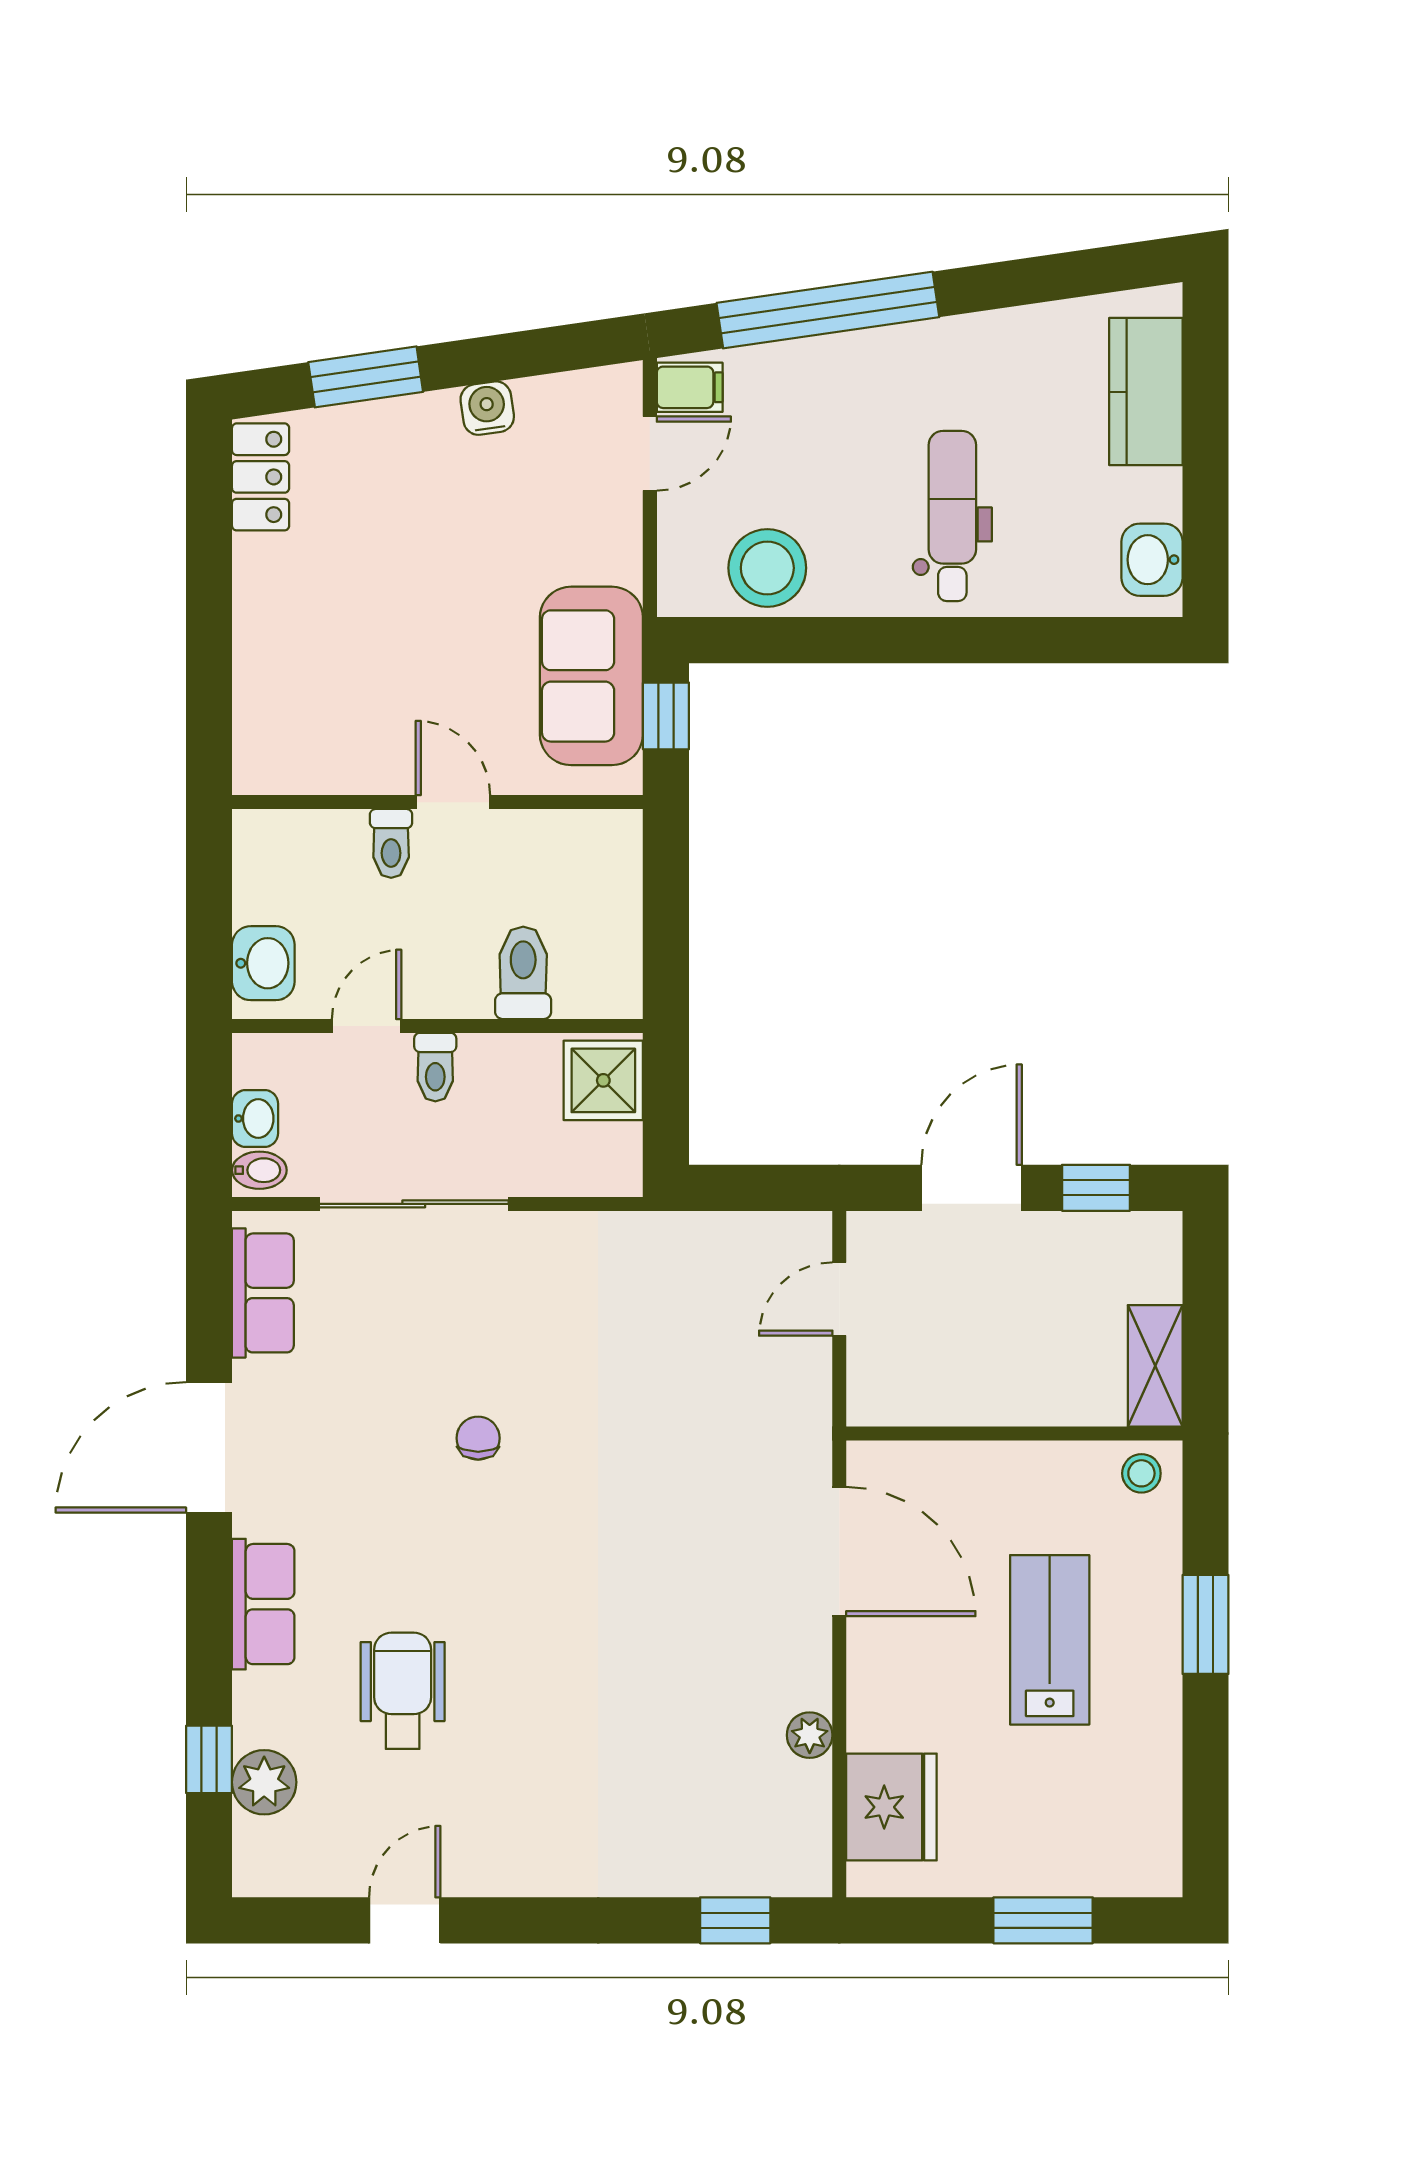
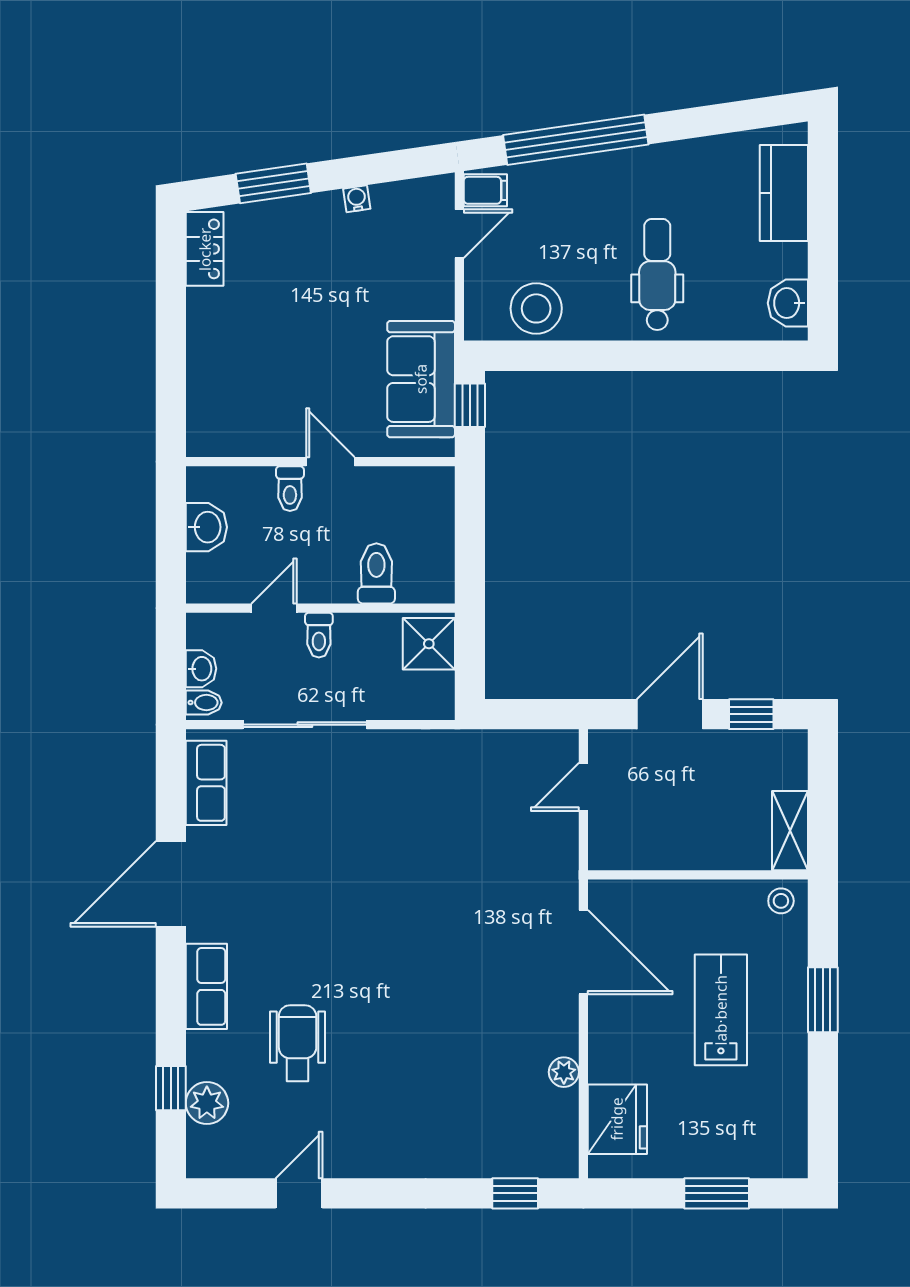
water cooler: (487, 408) -> (357, 199), width x0.72, depth x0.72
washbasin: (263, 963) -> (206, 527), moved
chair: (478, 1438) -> (347, 878), removed

